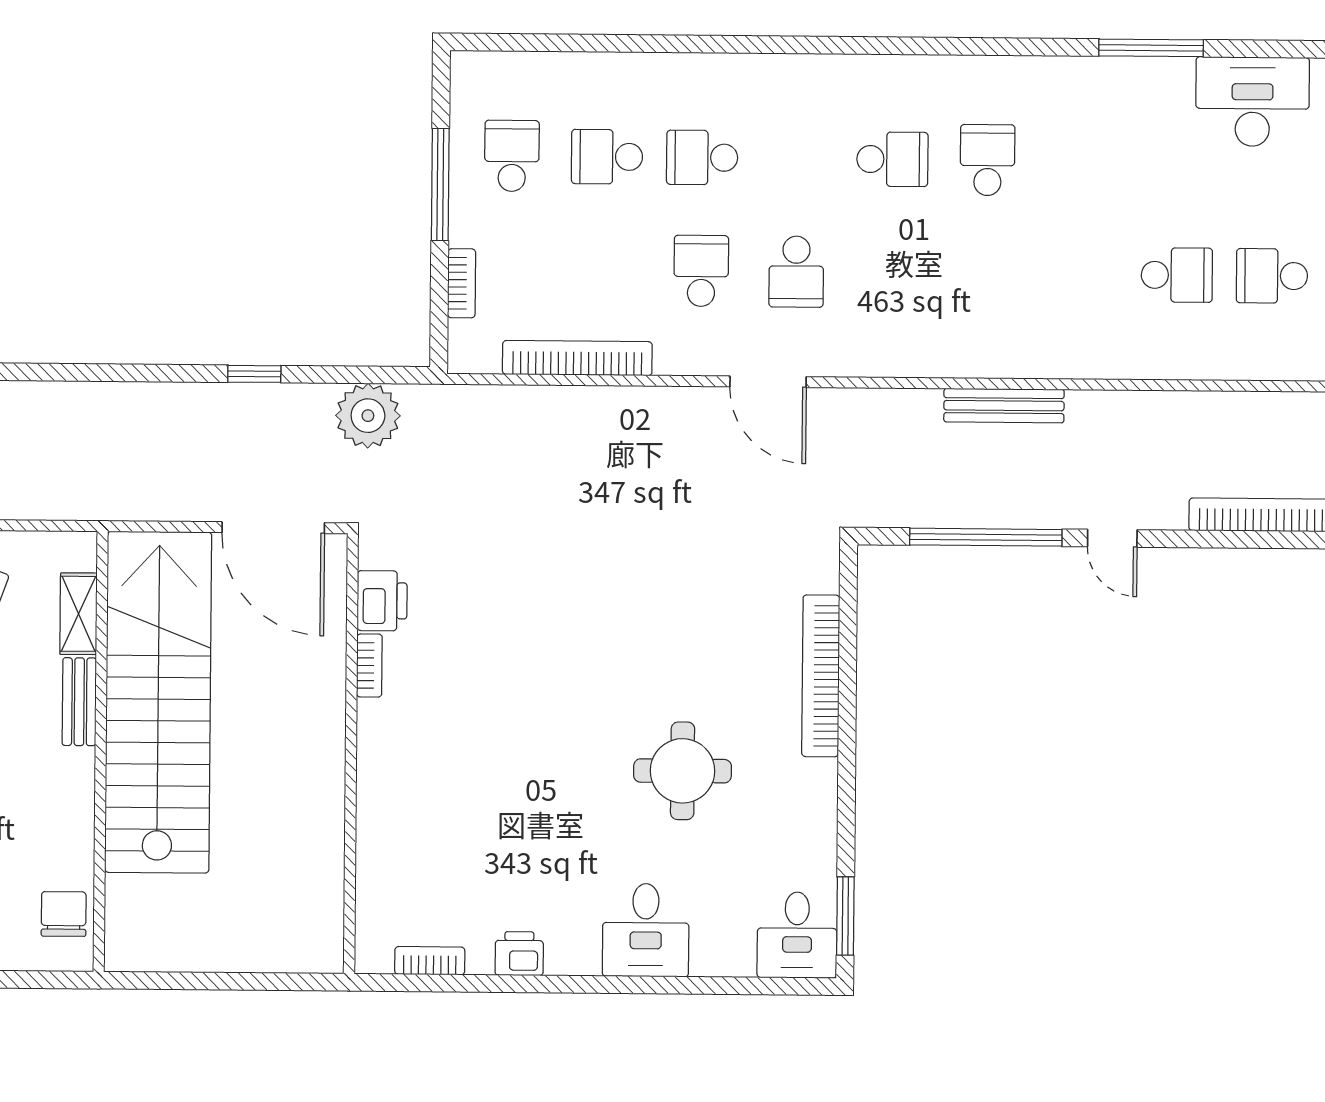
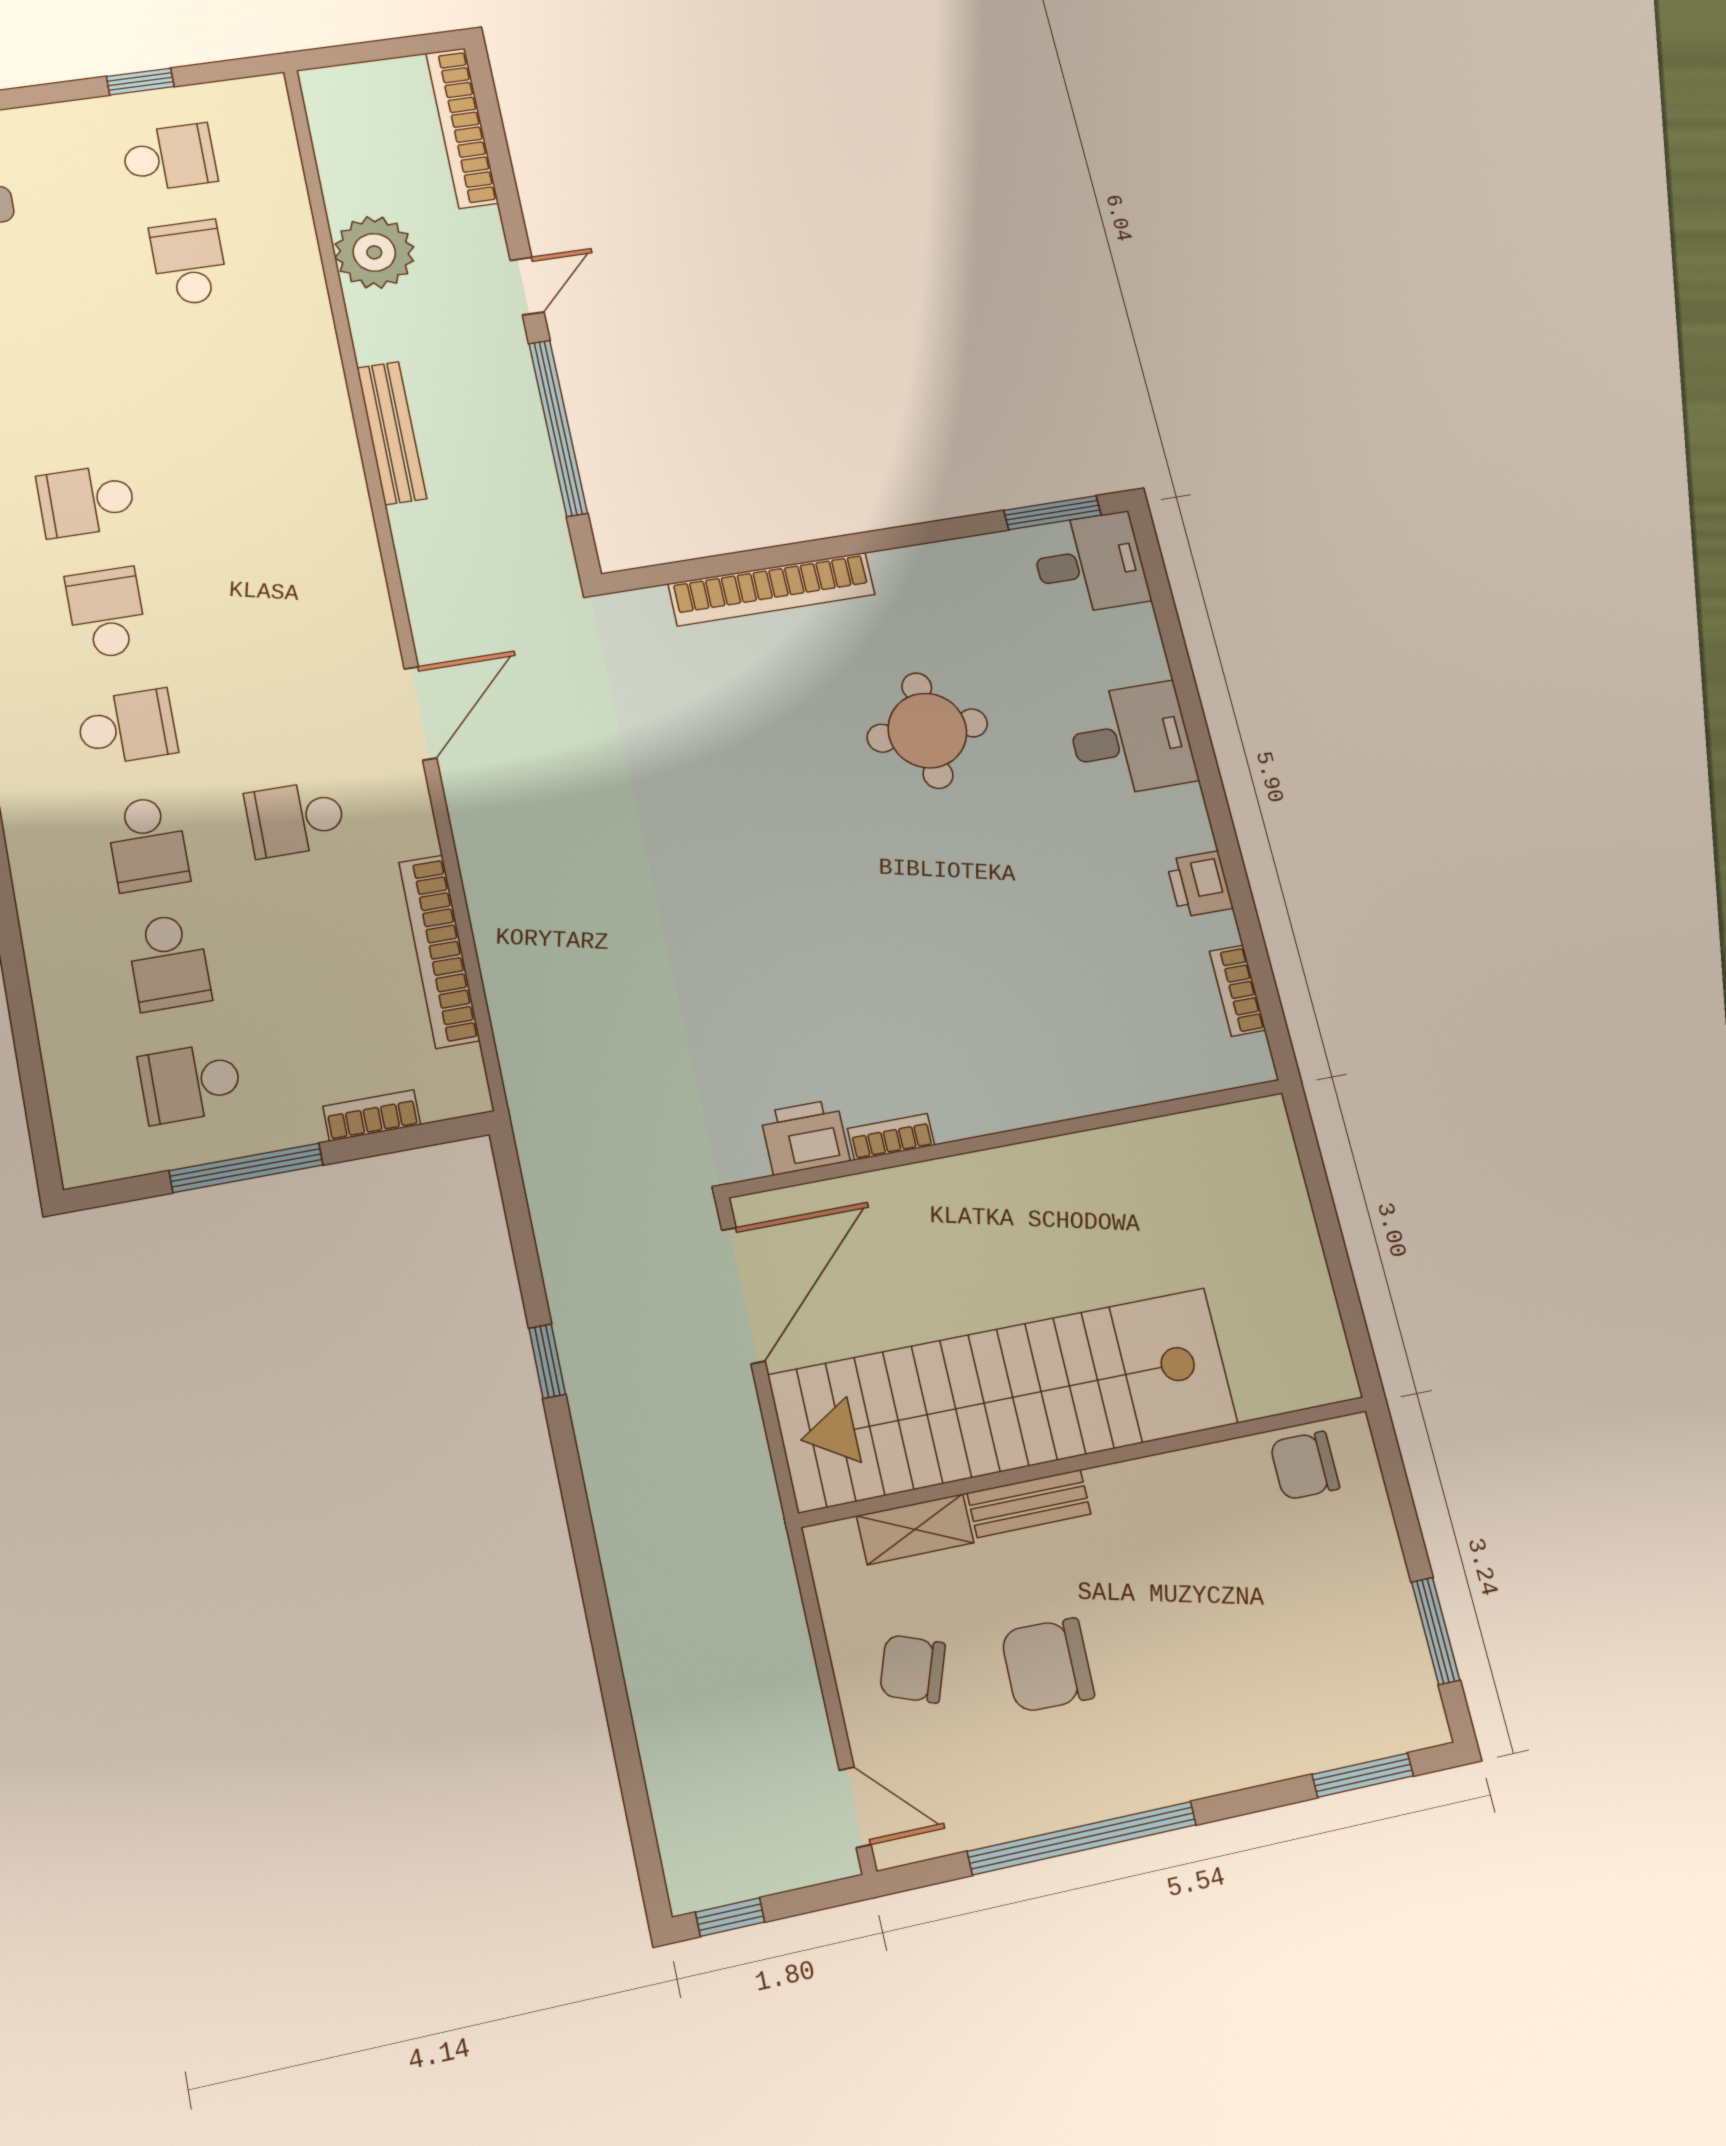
school desk: (796, 272) -> (127, 727), moved
school desk: (1272, 276) -> (169, 158), turned -90
plant: (368, 416) -> (374, 252), moved

